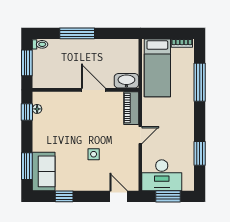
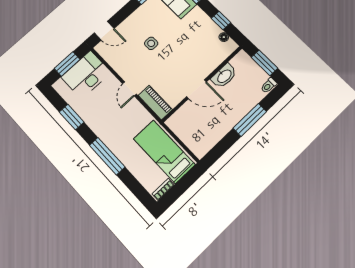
washbasin: (126, 81) -> (224, 76), moved
window: (200, 82) -> (107, 156), moved
window: (27, 112) -> (221, 20), moved

